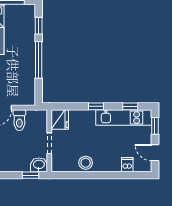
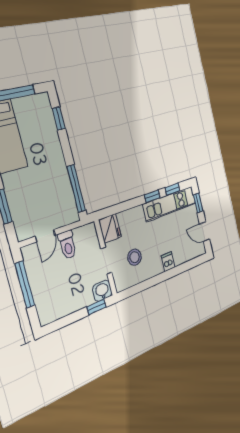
window: (39, 60) -> (76, 189), moved
window: (96, 106) -> (152, 196), moved
stool: (86, 163) -> (134, 257), moved
dishwasher: (127, 165) -> (168, 262), moved

